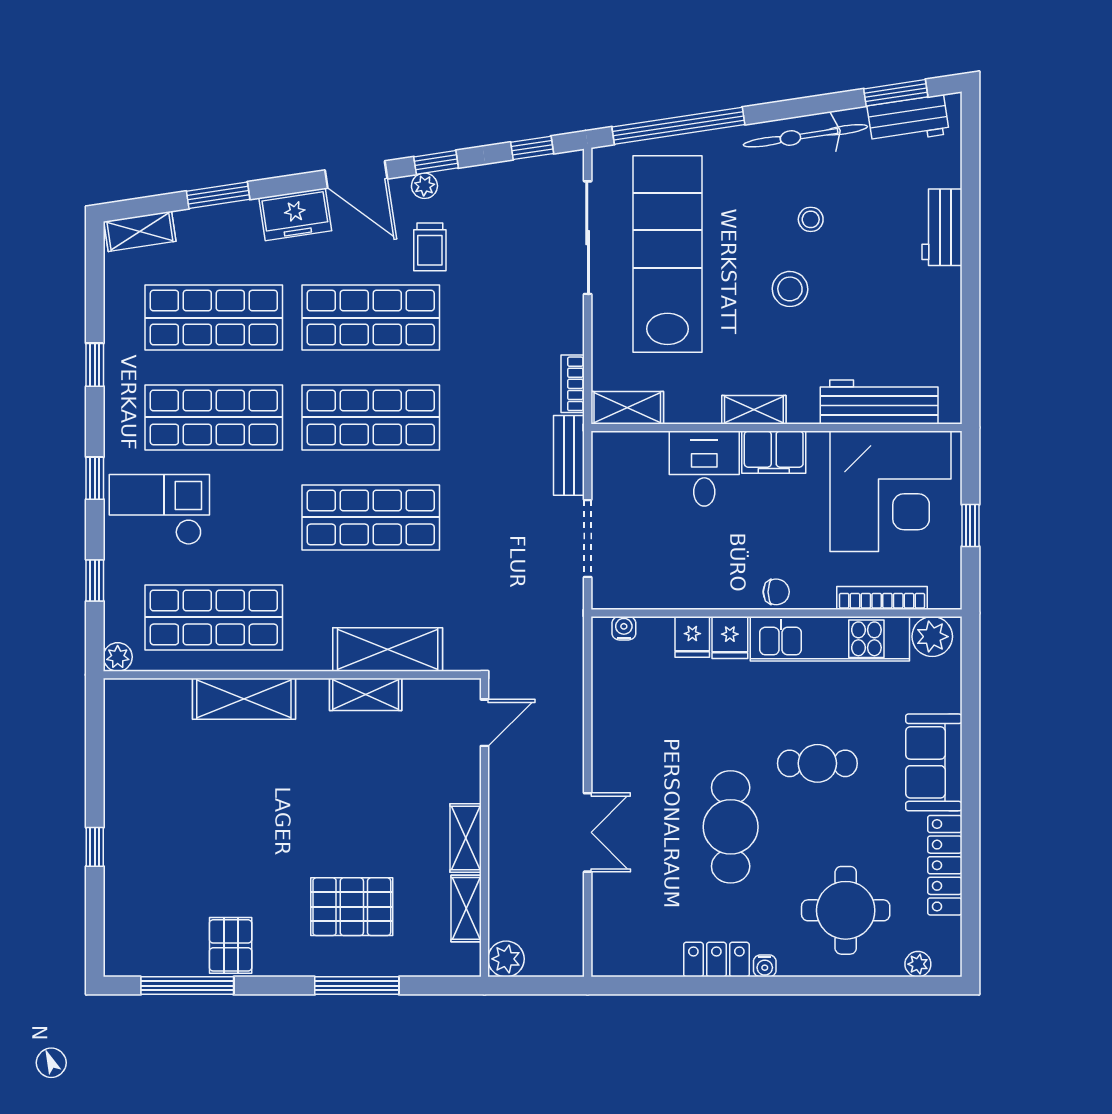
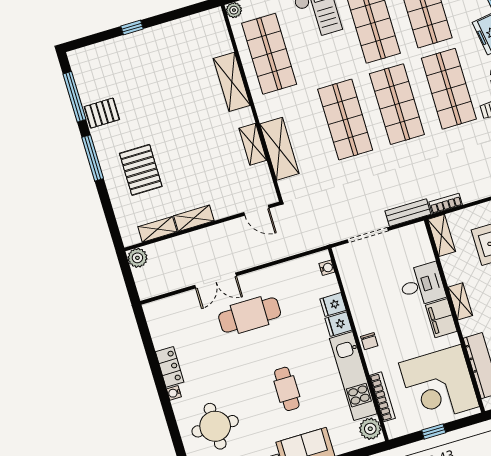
cafe table: (731, 827) -> (250, 315), moved
window: (357, 986) -> (93, 158), moved

